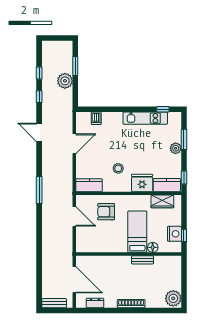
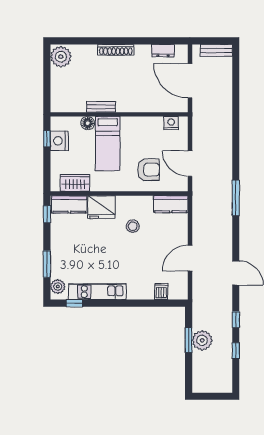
window: (75, 66) -> (189, 340), moved
plant: (176, 148) -> (58, 287), moved
nightstand: (89, 247) -> (171, 123), added

